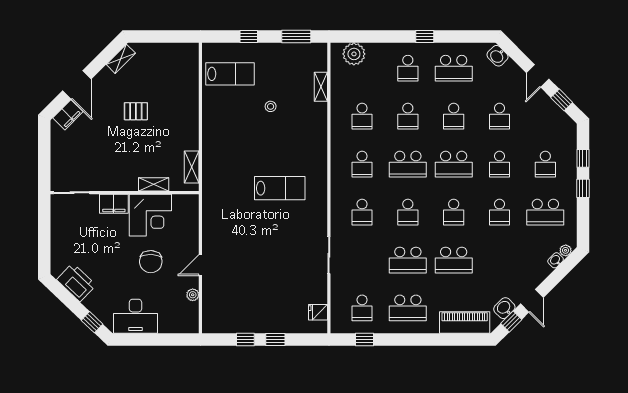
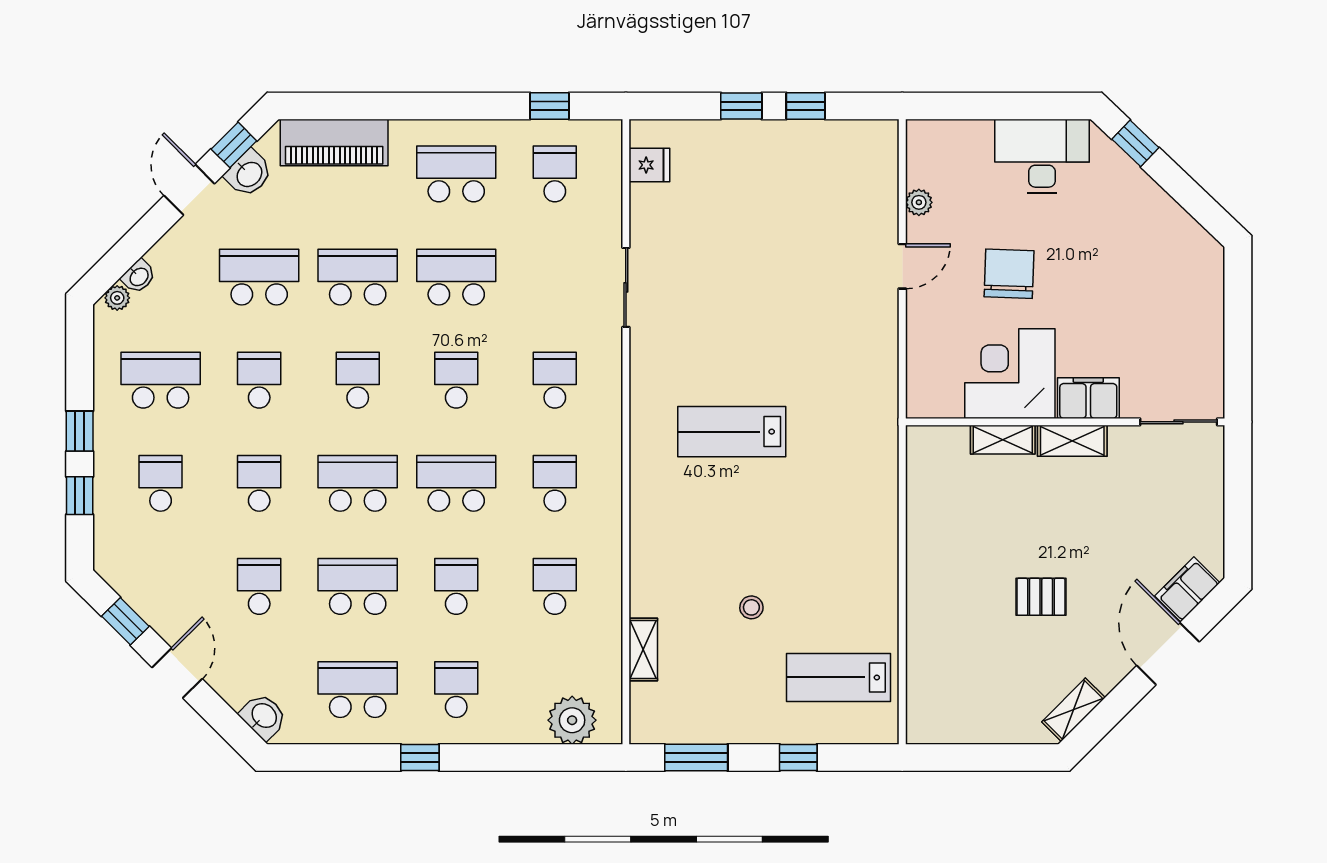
school desk: (454, 116) -> (358, 586), width x1.85
shelving: (192, 167) -> (1072, 441), moved, turned 90
school desk: (499, 260) -> (259, 277), added
printer: (76, 282) -> (1169, 229), removed

